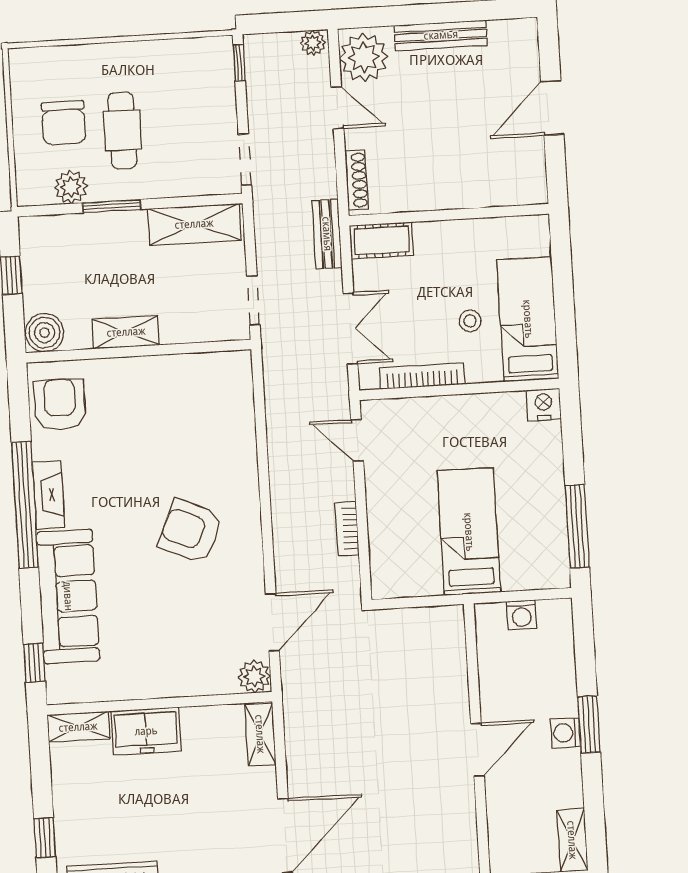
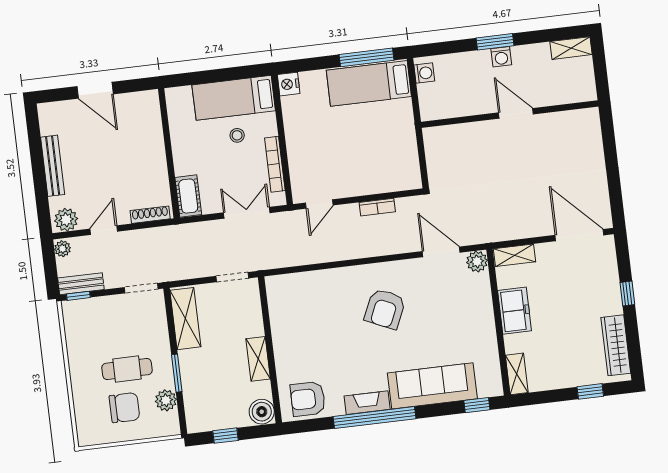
plant: (364, 57) -> (66, 220), width x0.73, depth x0.73
bench: (327, 234) -> (81, 284), moved
bed: (469, 532) -> (369, 83), moved
washing machine: (522, 615) -> (424, 73), moved
freezer: (146, 731) -> (515, 311), moved

